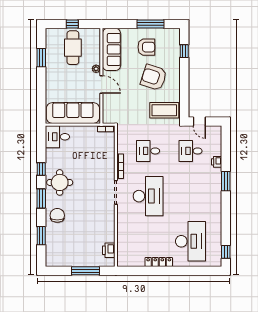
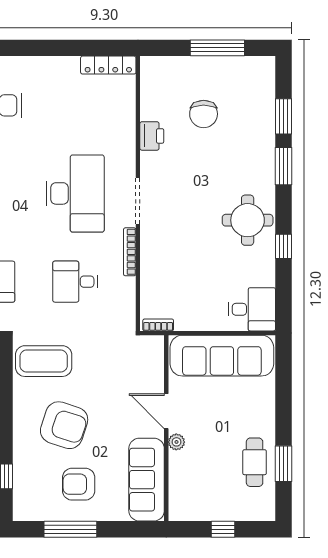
cafe table: (73, 48) -> (255, 462), moved, width x0.73, depth x0.74
desk: (148, 151) -> (75, 282), turned 180
desk: (148, 196) -> (75, 193), turned 180
window: (41, 199) -> (284, 166), moved
chair: (57, 215) -> (204, 114), moved
printer: (109, 250) -> (152, 136), moved
locker: (159, 262) -> (108, 65), moved
window: (85, 271) -> (217, 48), moved

